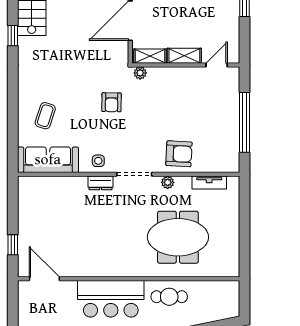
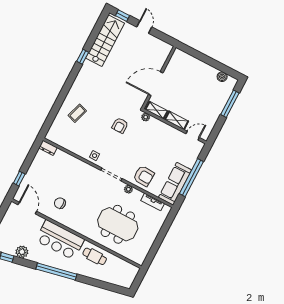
sofa: (48, 160) -> (175, 184), moved, turned -90
dresser: (101, 183) -> (48, 148), moved
chair: (85, 249) -> (60, 203), added

